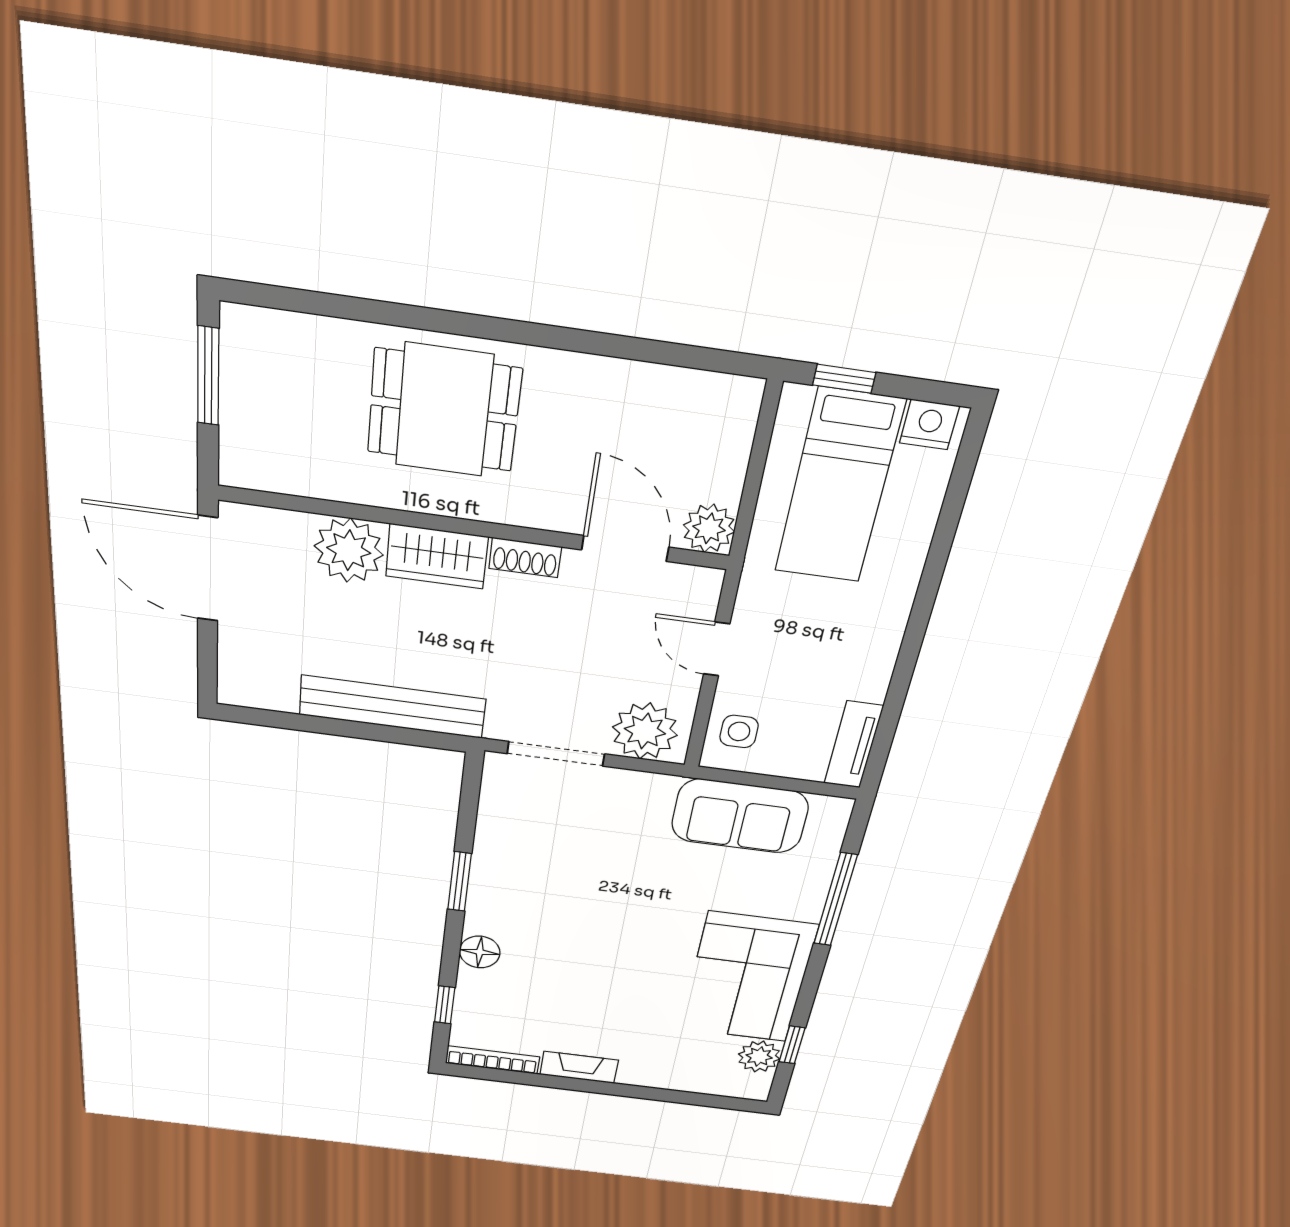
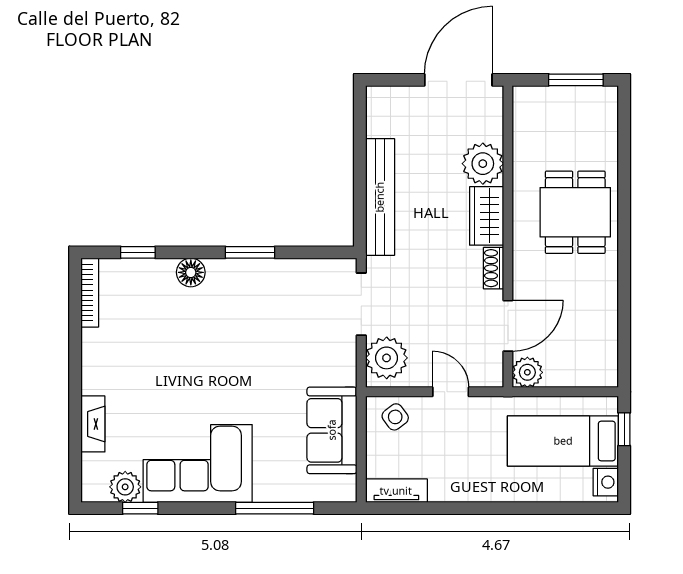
door: (717, 649) -> (451, 392), hinge flipped
side table: (739, 731) -> (395, 417), turned -37
fireplace: (579, 1067) -> (93, 424), moved

